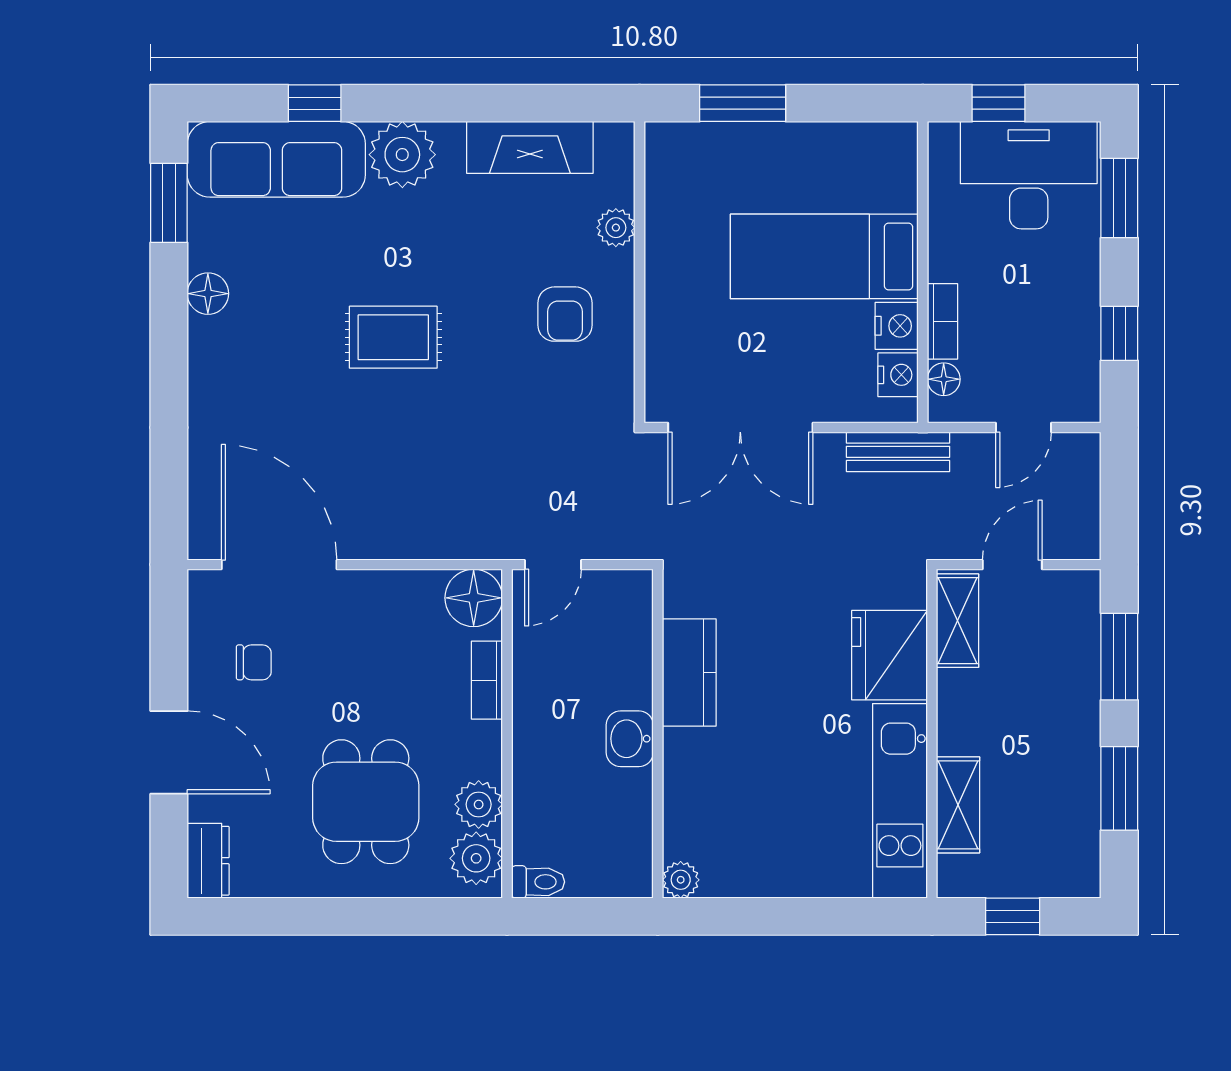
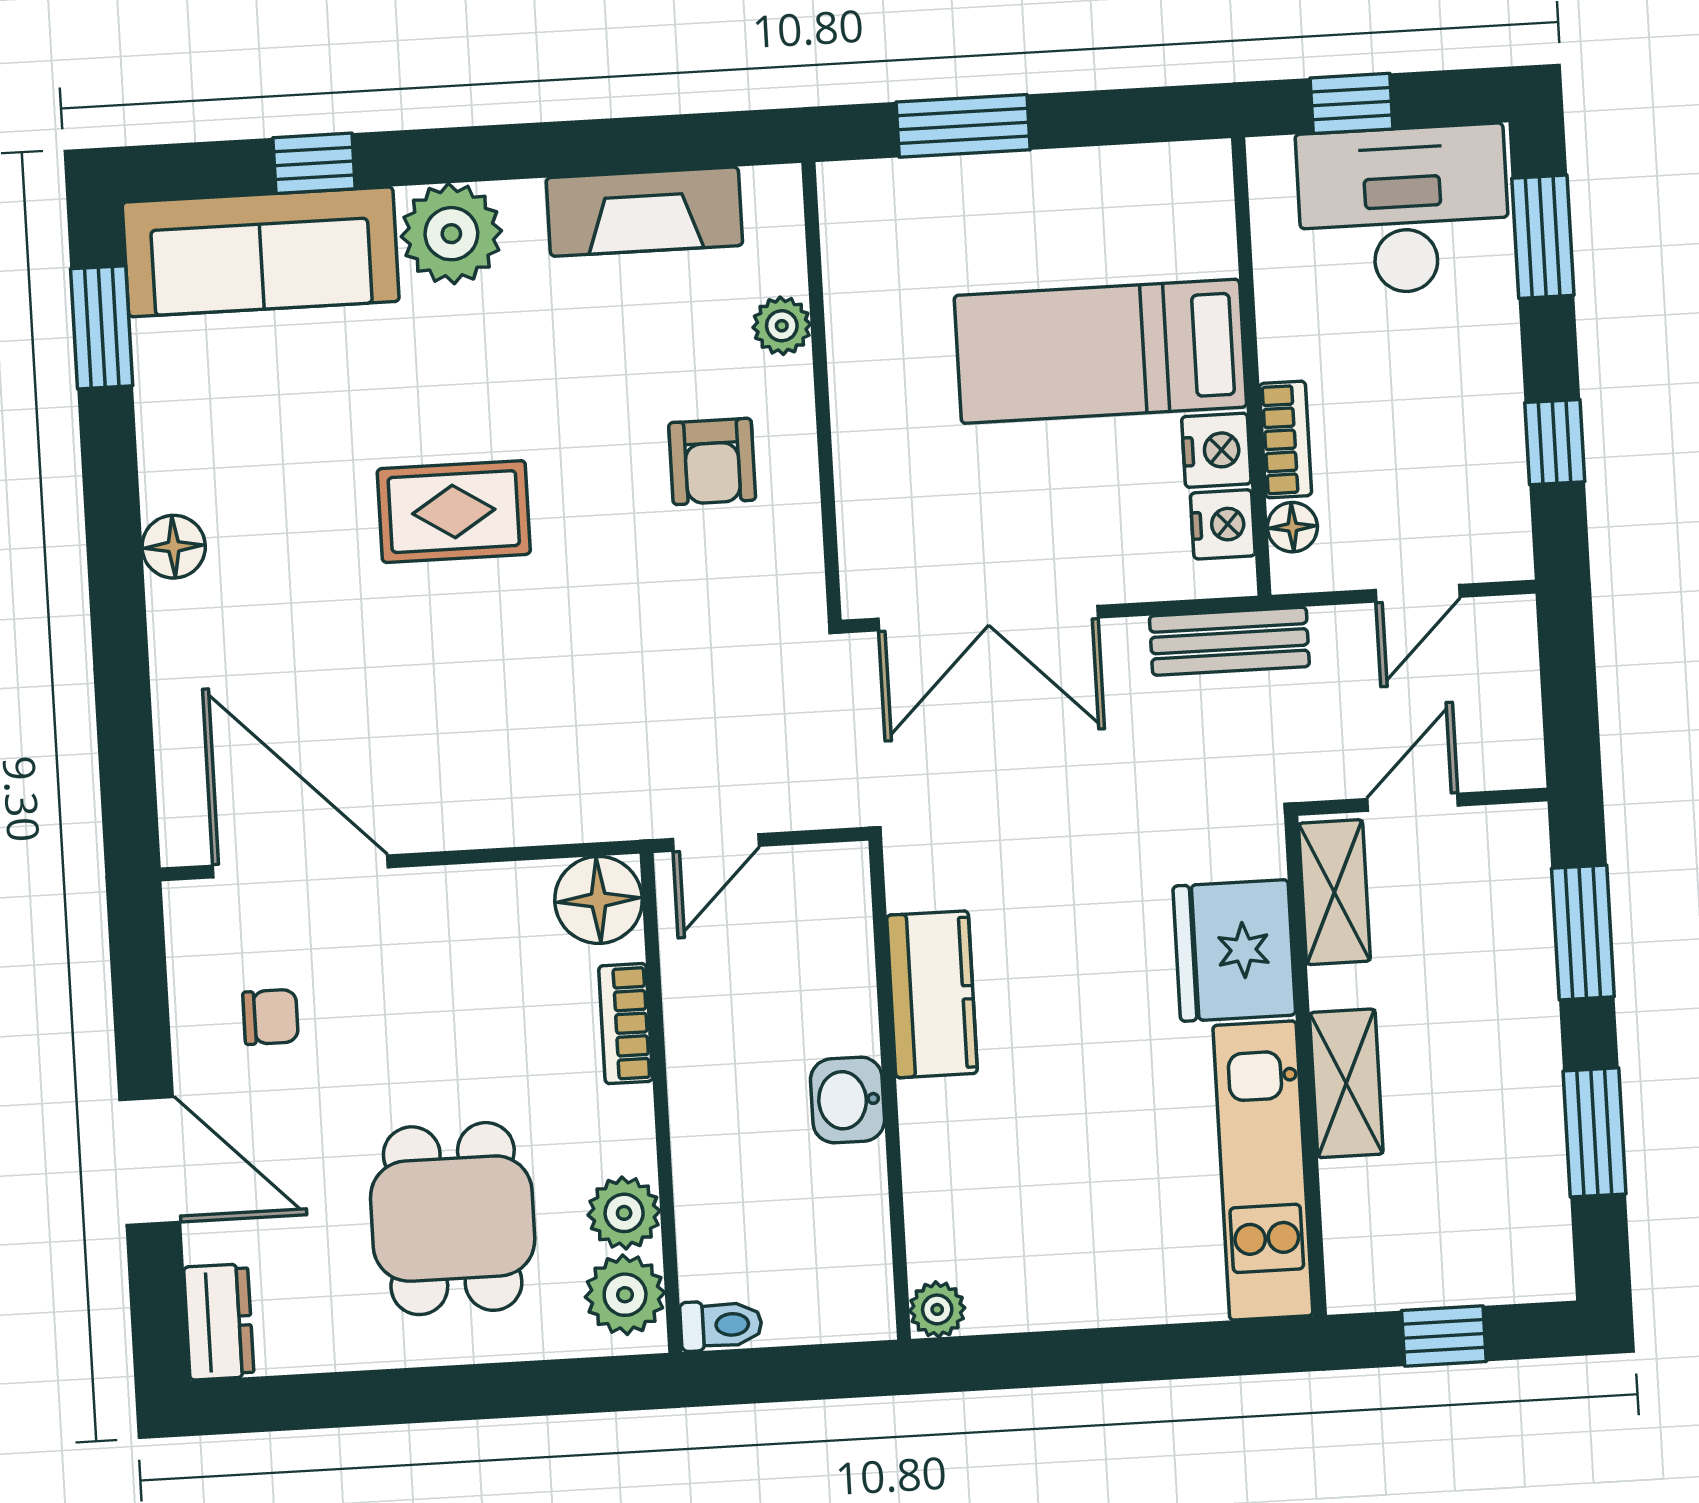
floor lamp: (208, 294) -> (174, 547), moved
shelving: (958, 805) -> (1346, 1083), moved

